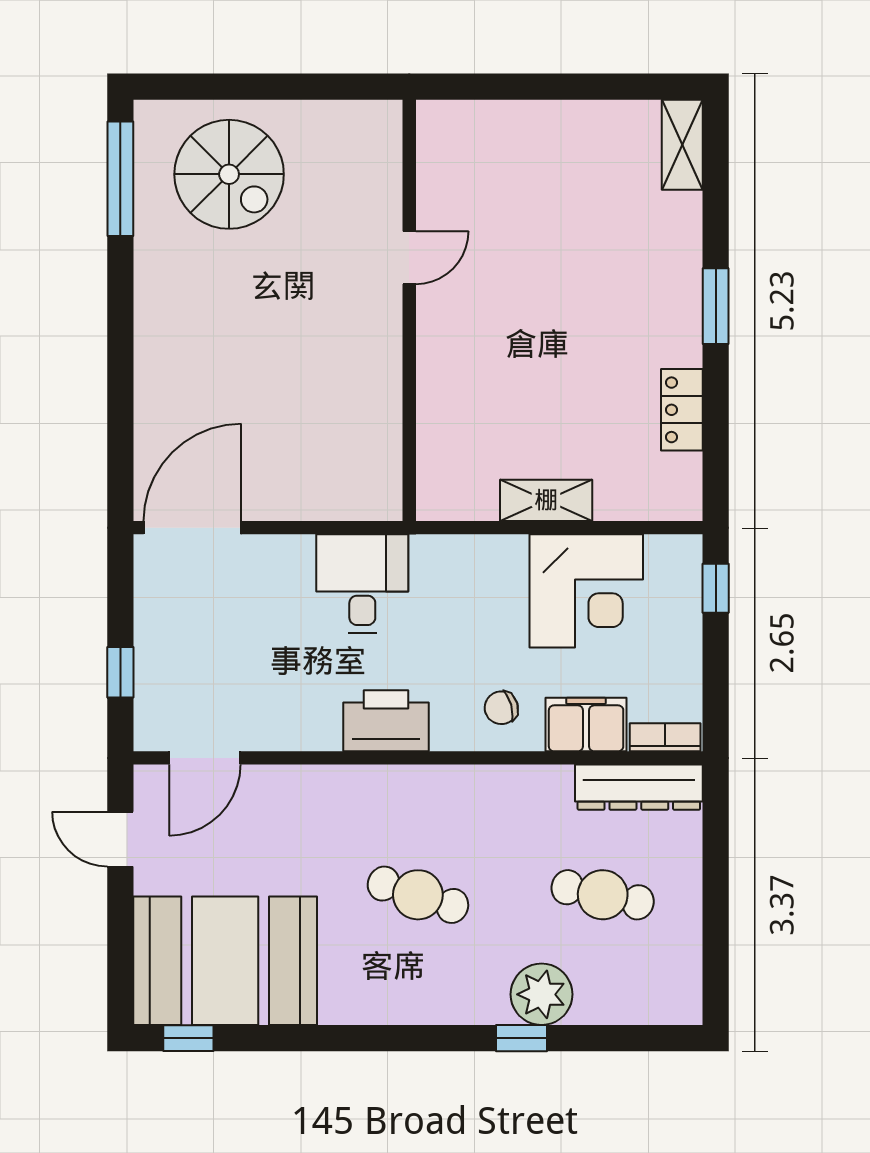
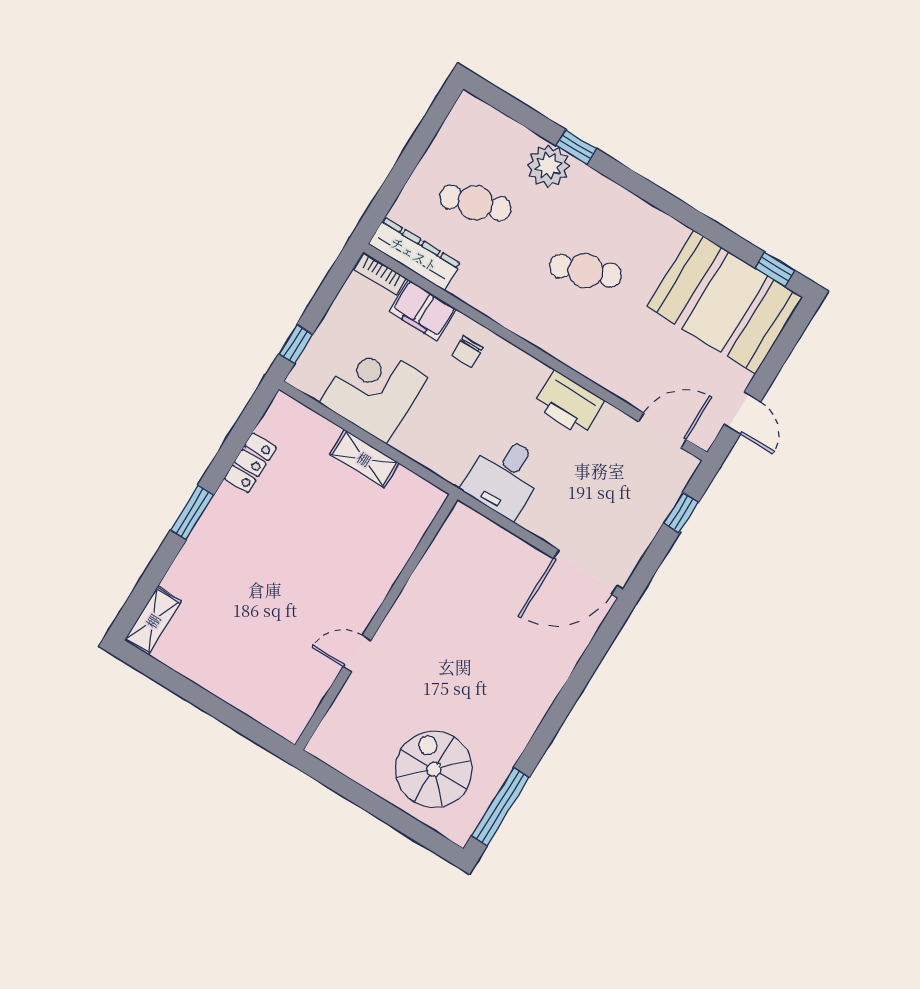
chair: (501, 708) -> (467, 351), turned 106
printer: (386, 721) -> (569, 403), moved
cafe table: (418, 895) -> (585, 271), turned -39
cafe table: (603, 895) -> (475, 203), turned -30

